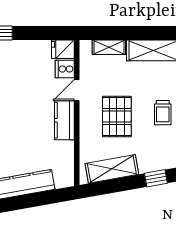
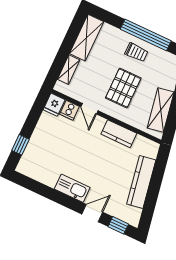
pallet: (117, 116) -> (123, 88), turned 90
kitchen counter: (64, 120) -> (119, 134), moved

